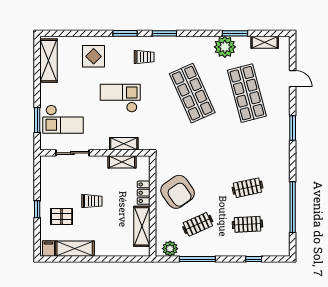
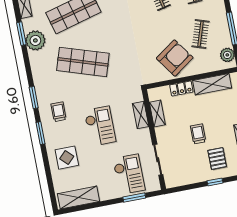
shop shelf: (192, 93) -> (83, 62), turned 42
checkout: (120, 98) -> (100, 126), turned 180
clothes rail: (198, 224) -> (201, 34), turned 42

